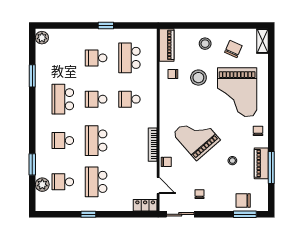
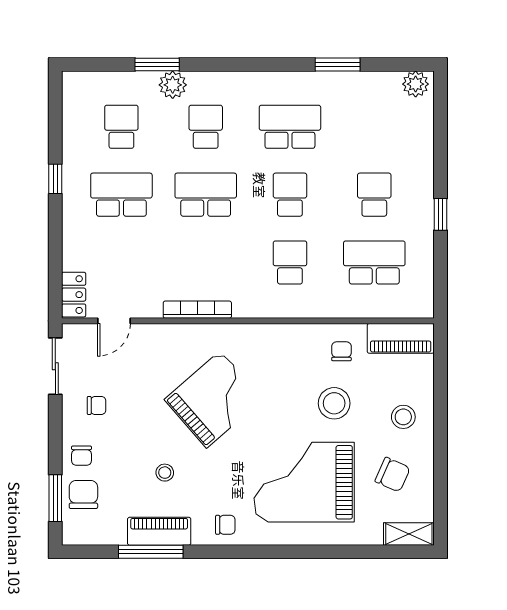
chair: (166, 162) -> (82, 456), moved
plant: (42, 185) -> (173, 85), moved

